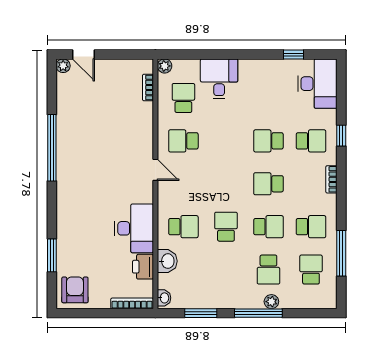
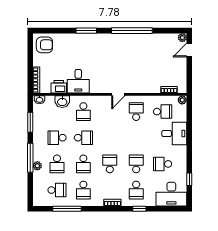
school desk: (268, 98) -> (163, 164), added
desk: (134, 228) -> (78, 81), width x0.73
window: (52, 255) -> (86, 31), moved
school desk: (226, 270) -> (57, 138), added
school desk: (268, 270) -> (57, 164), turned -90

